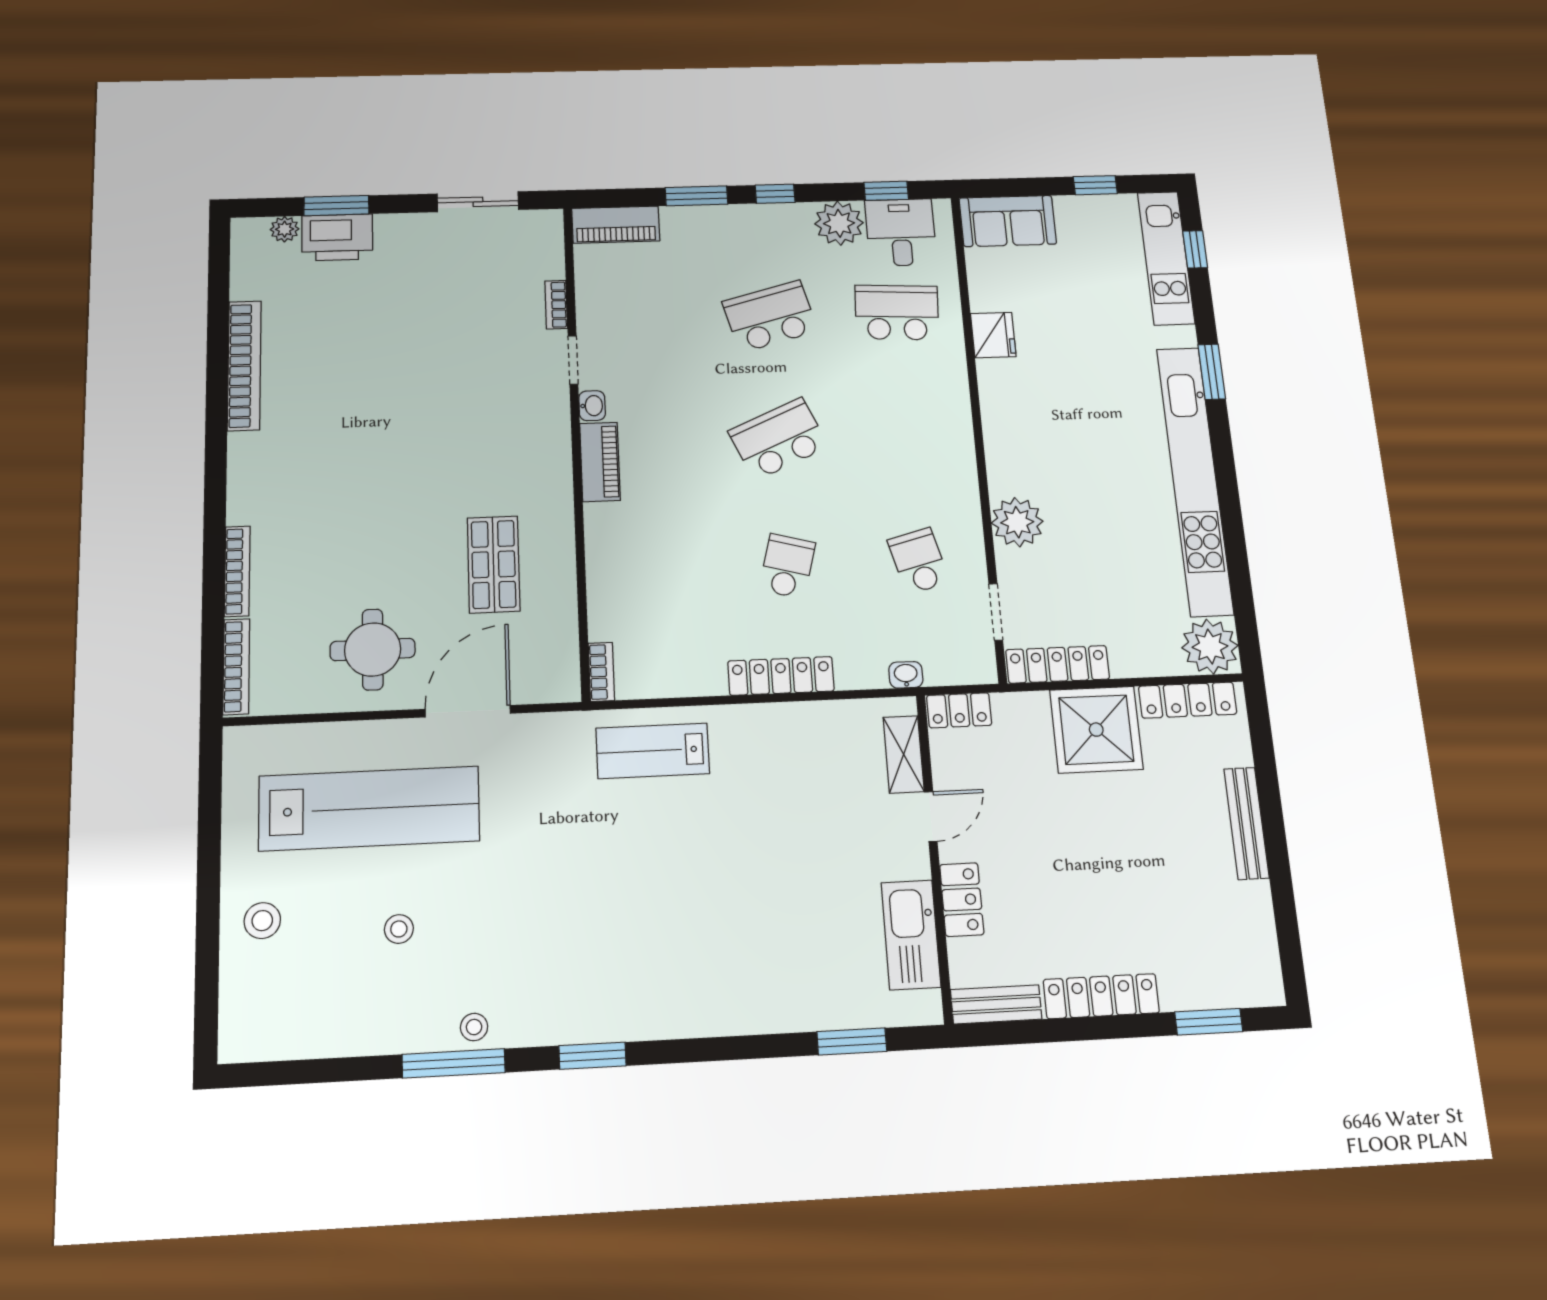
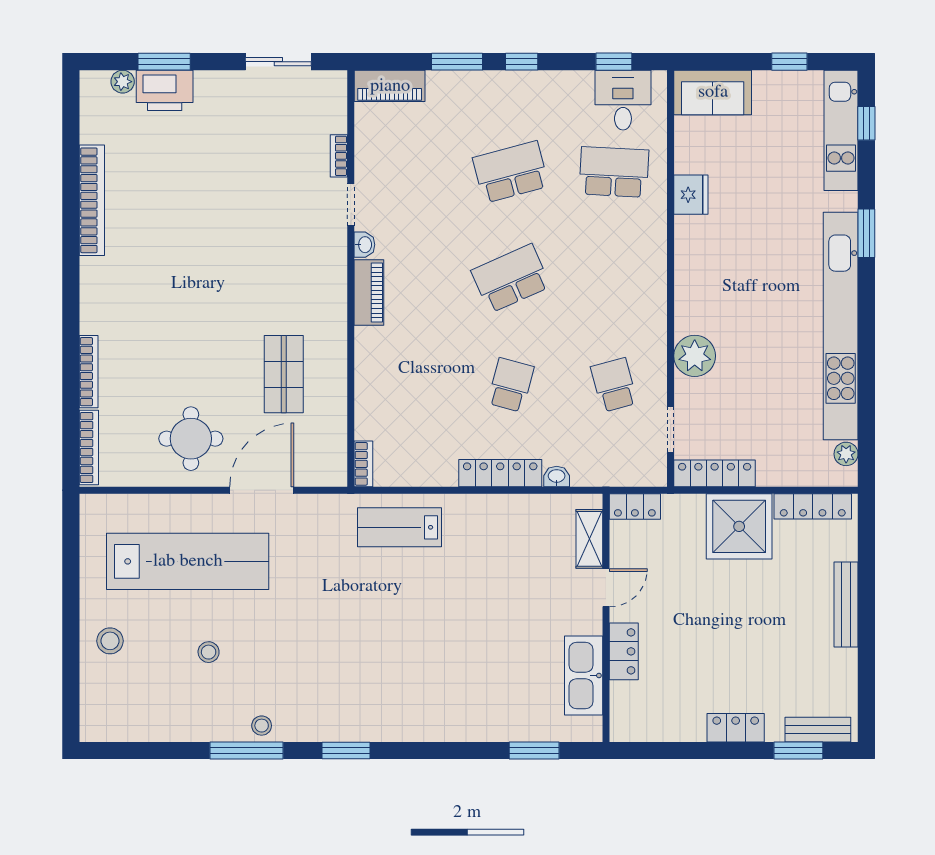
plant: (839, 223) -> (573, 90), removed
plant: (1210, 647) -> (846, 454), width x0.53, depth x0.53
washbasin: (906, 675) -> (557, 477), moved
locker: (1101, 996) -> (736, 728), width x0.66
bench: (996, 1004) -> (818, 730), moved

